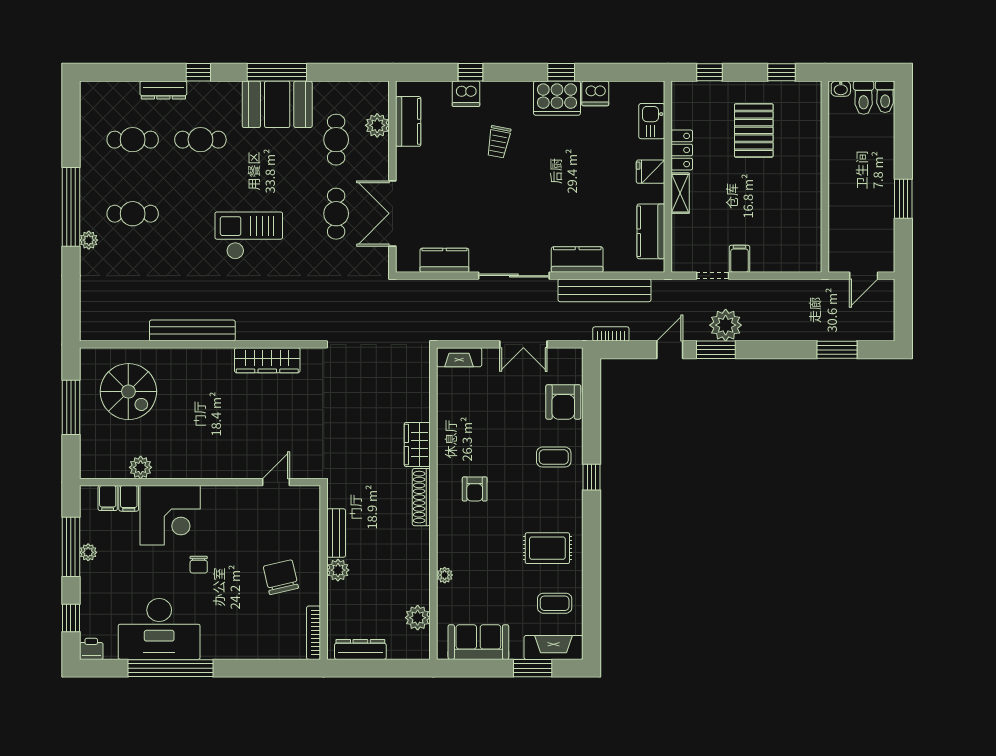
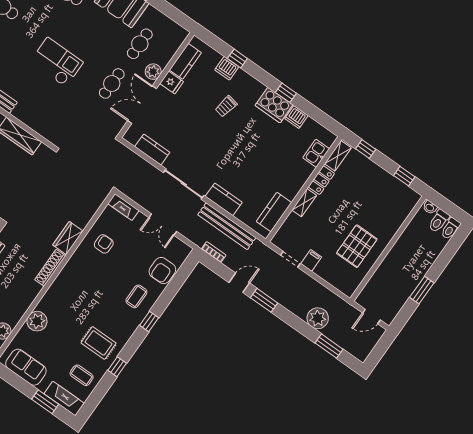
shelving: (681, 105) -> (338, 156), added
plant: (377, 125) -> (153, 72), moved
pallet: (754, 130) -> (357, 246), moved
fridge: (651, 172) -> (172, 83), moved, turned 180
plant: (726, 325) -> (318, 318), moved
coffee table: (554, 457) -> (136, 296), turned 90
armchair: (475, 489) -> (104, 244), moved, turned 180
window: (591, 561) -> (117, 367), added
plant: (445, 575) -> (37, 321), width x1.87, depth x1.87

